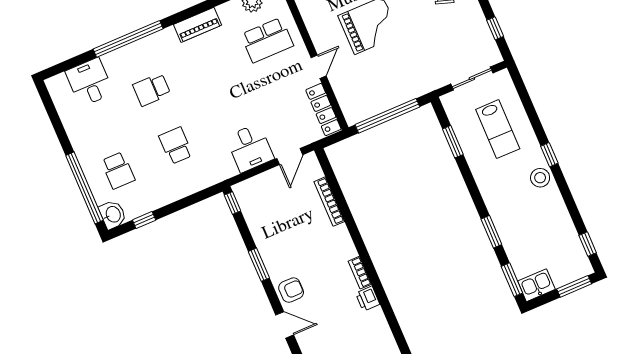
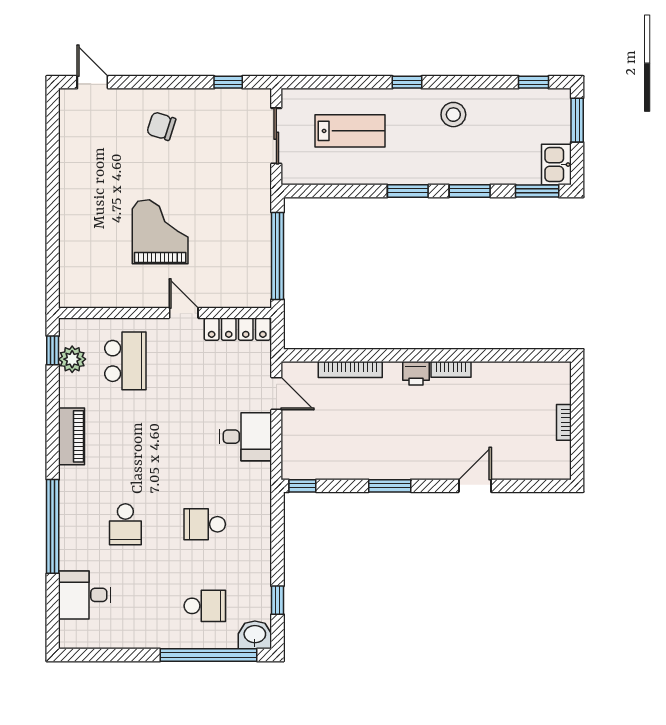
window: (453, 142) -> (408, 191), moved
stool: (540, 178) -> (453, 115), moved
armchair: (291, 290) -> (436, 460), removed
printer: (368, 299) -> (416, 373), moved

